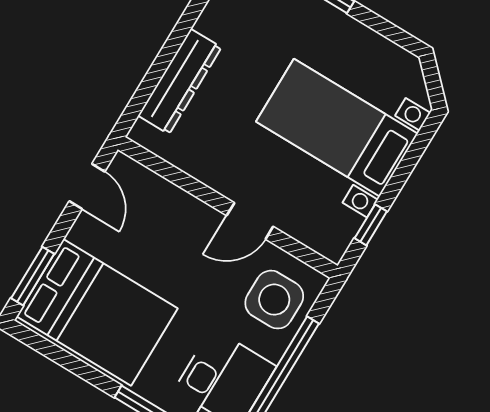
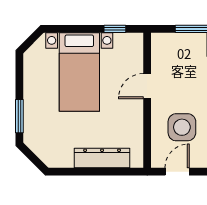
door: (250, 221) -> (147, 86), swing flipped
side table: (274, 300) -> (182, 127), moved

